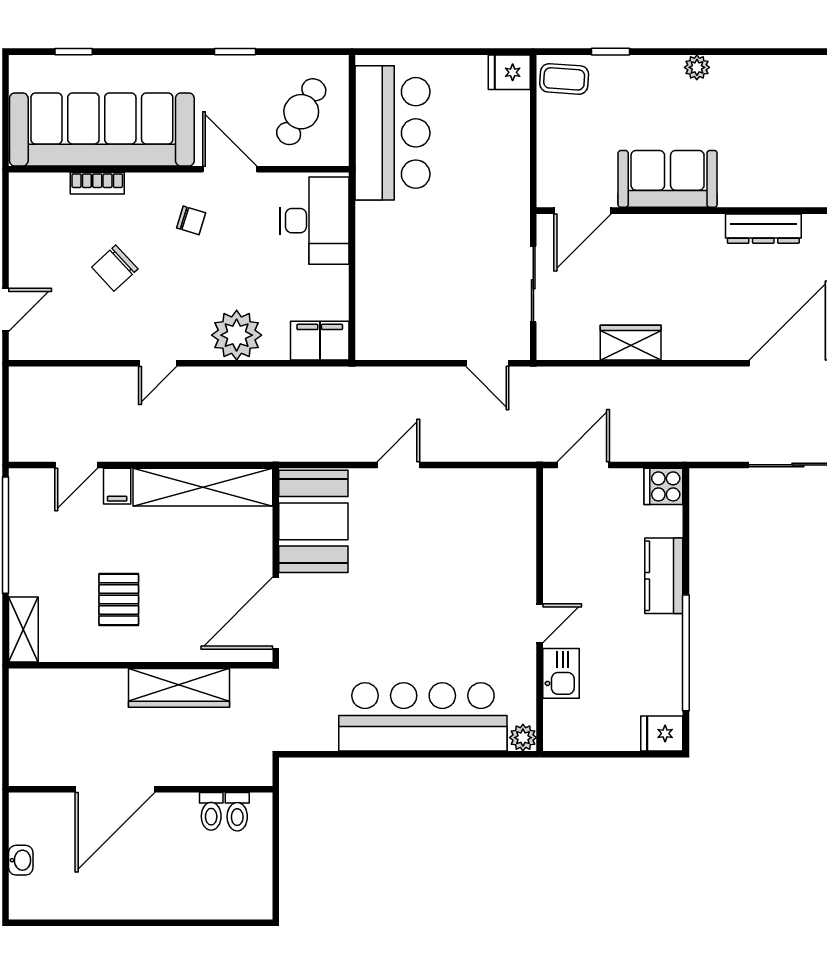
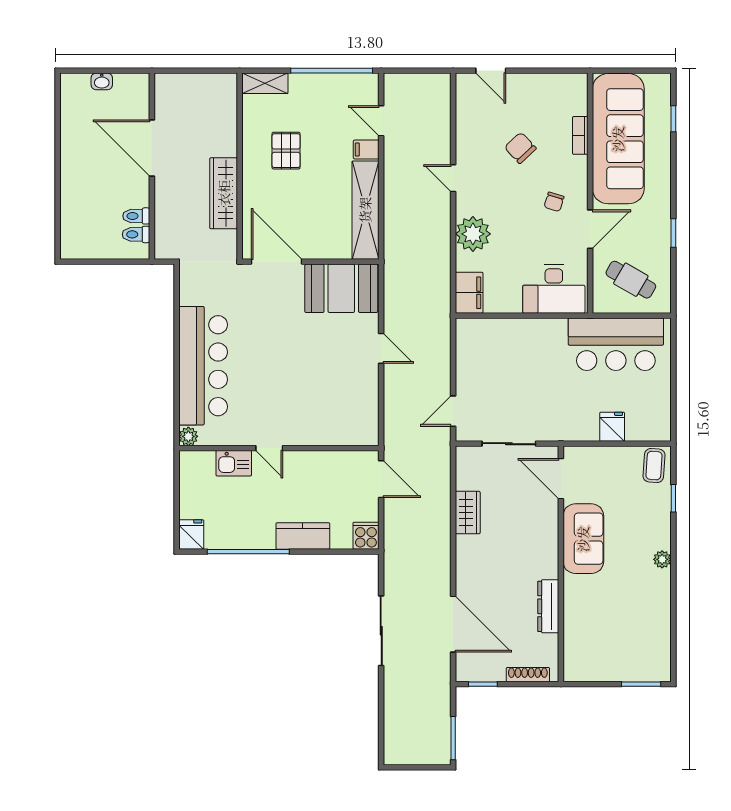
fridge: (509, 72) -> (612, 427), moved
pallet: (119, 599) -> (286, 151), turned 90

